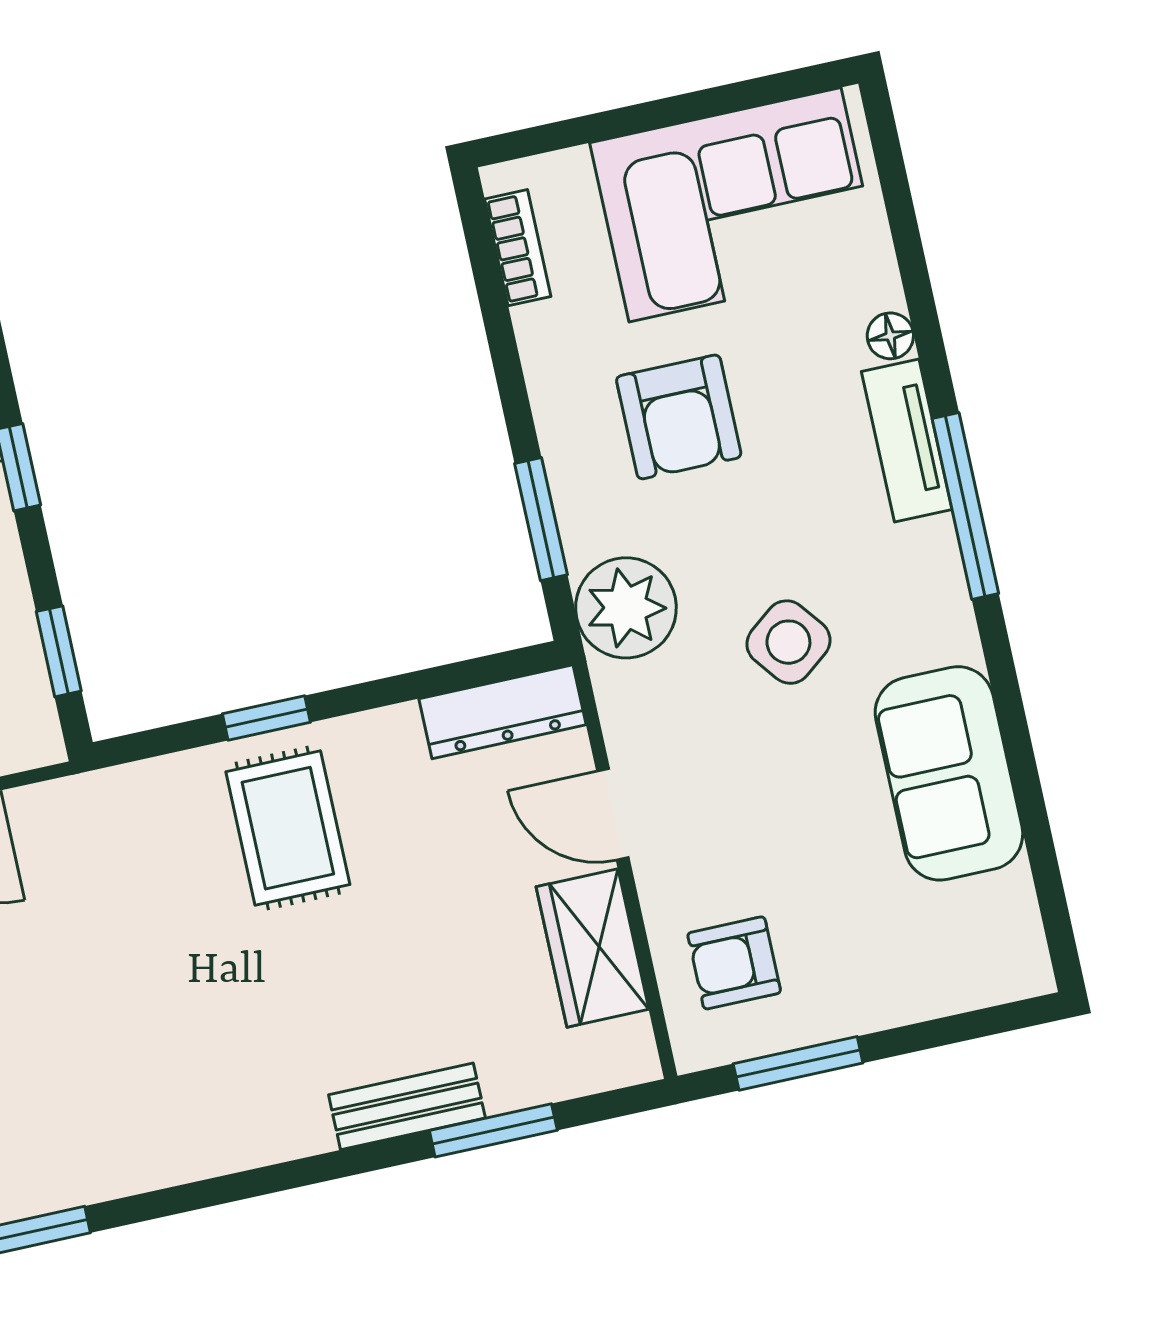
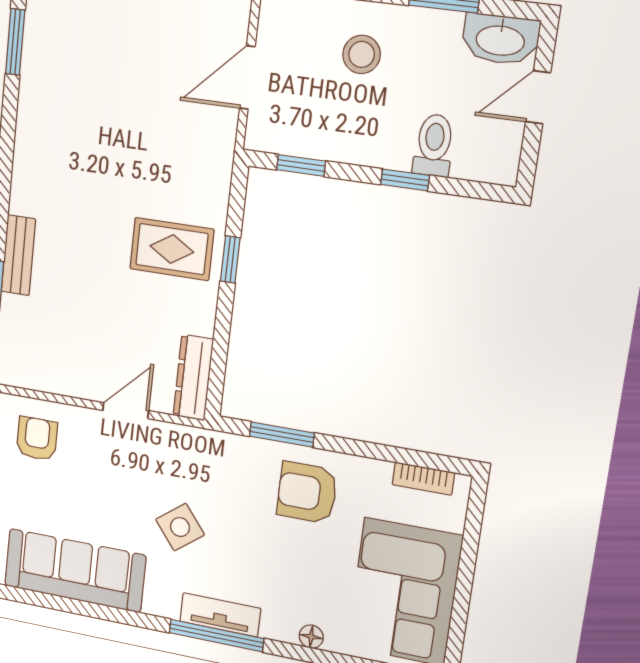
armchair: (679, 417) -> (307, 493), moved
tv unit: (907, 440) -> (220, 615), moved
plant: (626, 608) -> (223, 458), removed
sofa: (949, 773) -> (75, 571), width x1.36
wardrobe: (592, 948) -> (65, 375), removed

